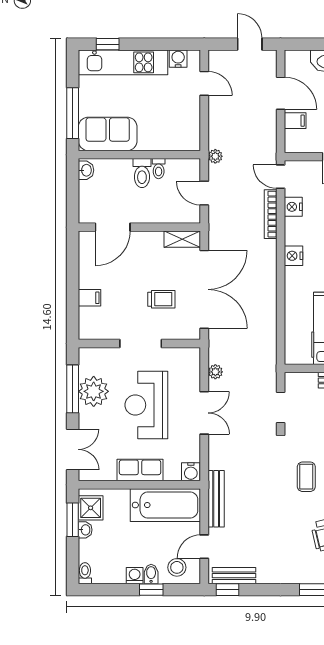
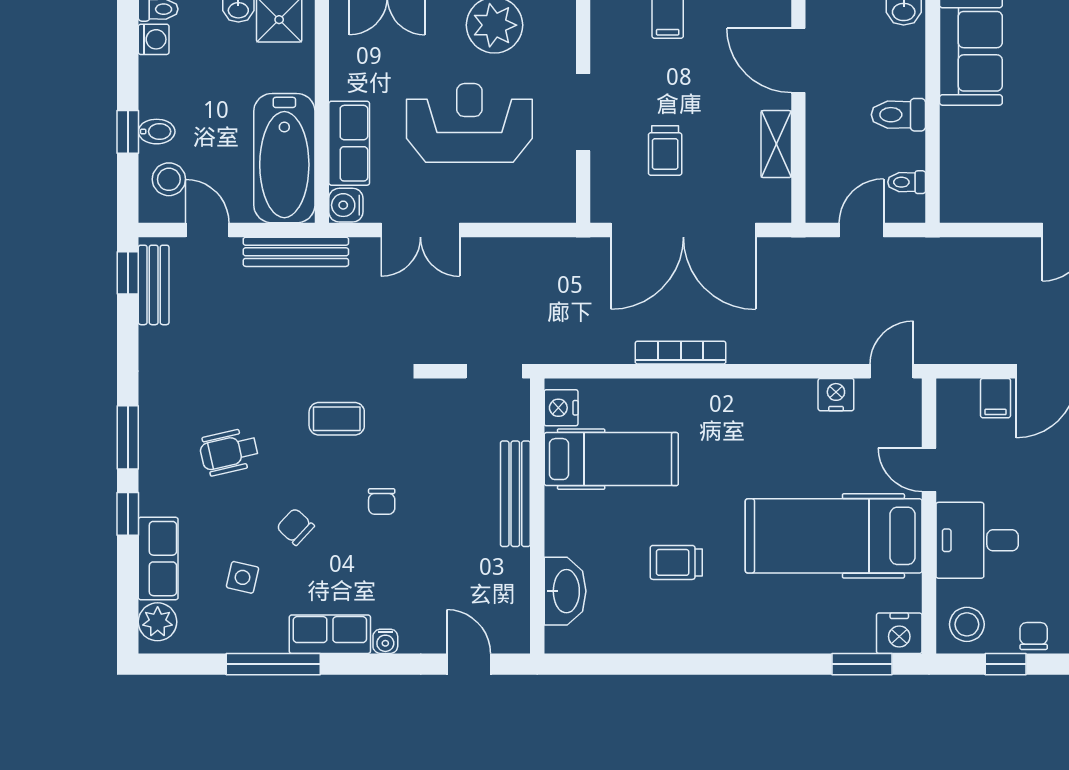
plant: (215, 156) -> (930, 250), removed
toilet: (159, 169) -> (907, 182), moved
bookcase: (271, 214) -> (681, 353), moved
shelving: (182, 239) -> (776, 144), moved
nightstand: (293, 256) -> (561, 408), moved, turned -90
plant: (215, 372) -> (531, 251), removed
doorway: (281, 407) -> (494, 371), moved
double door: (204, 413) -> (420, 230), moved
row of seats: (140, 470) -> (349, 143), moved
washing machine: (135, 576) -> (154, 39), moved

